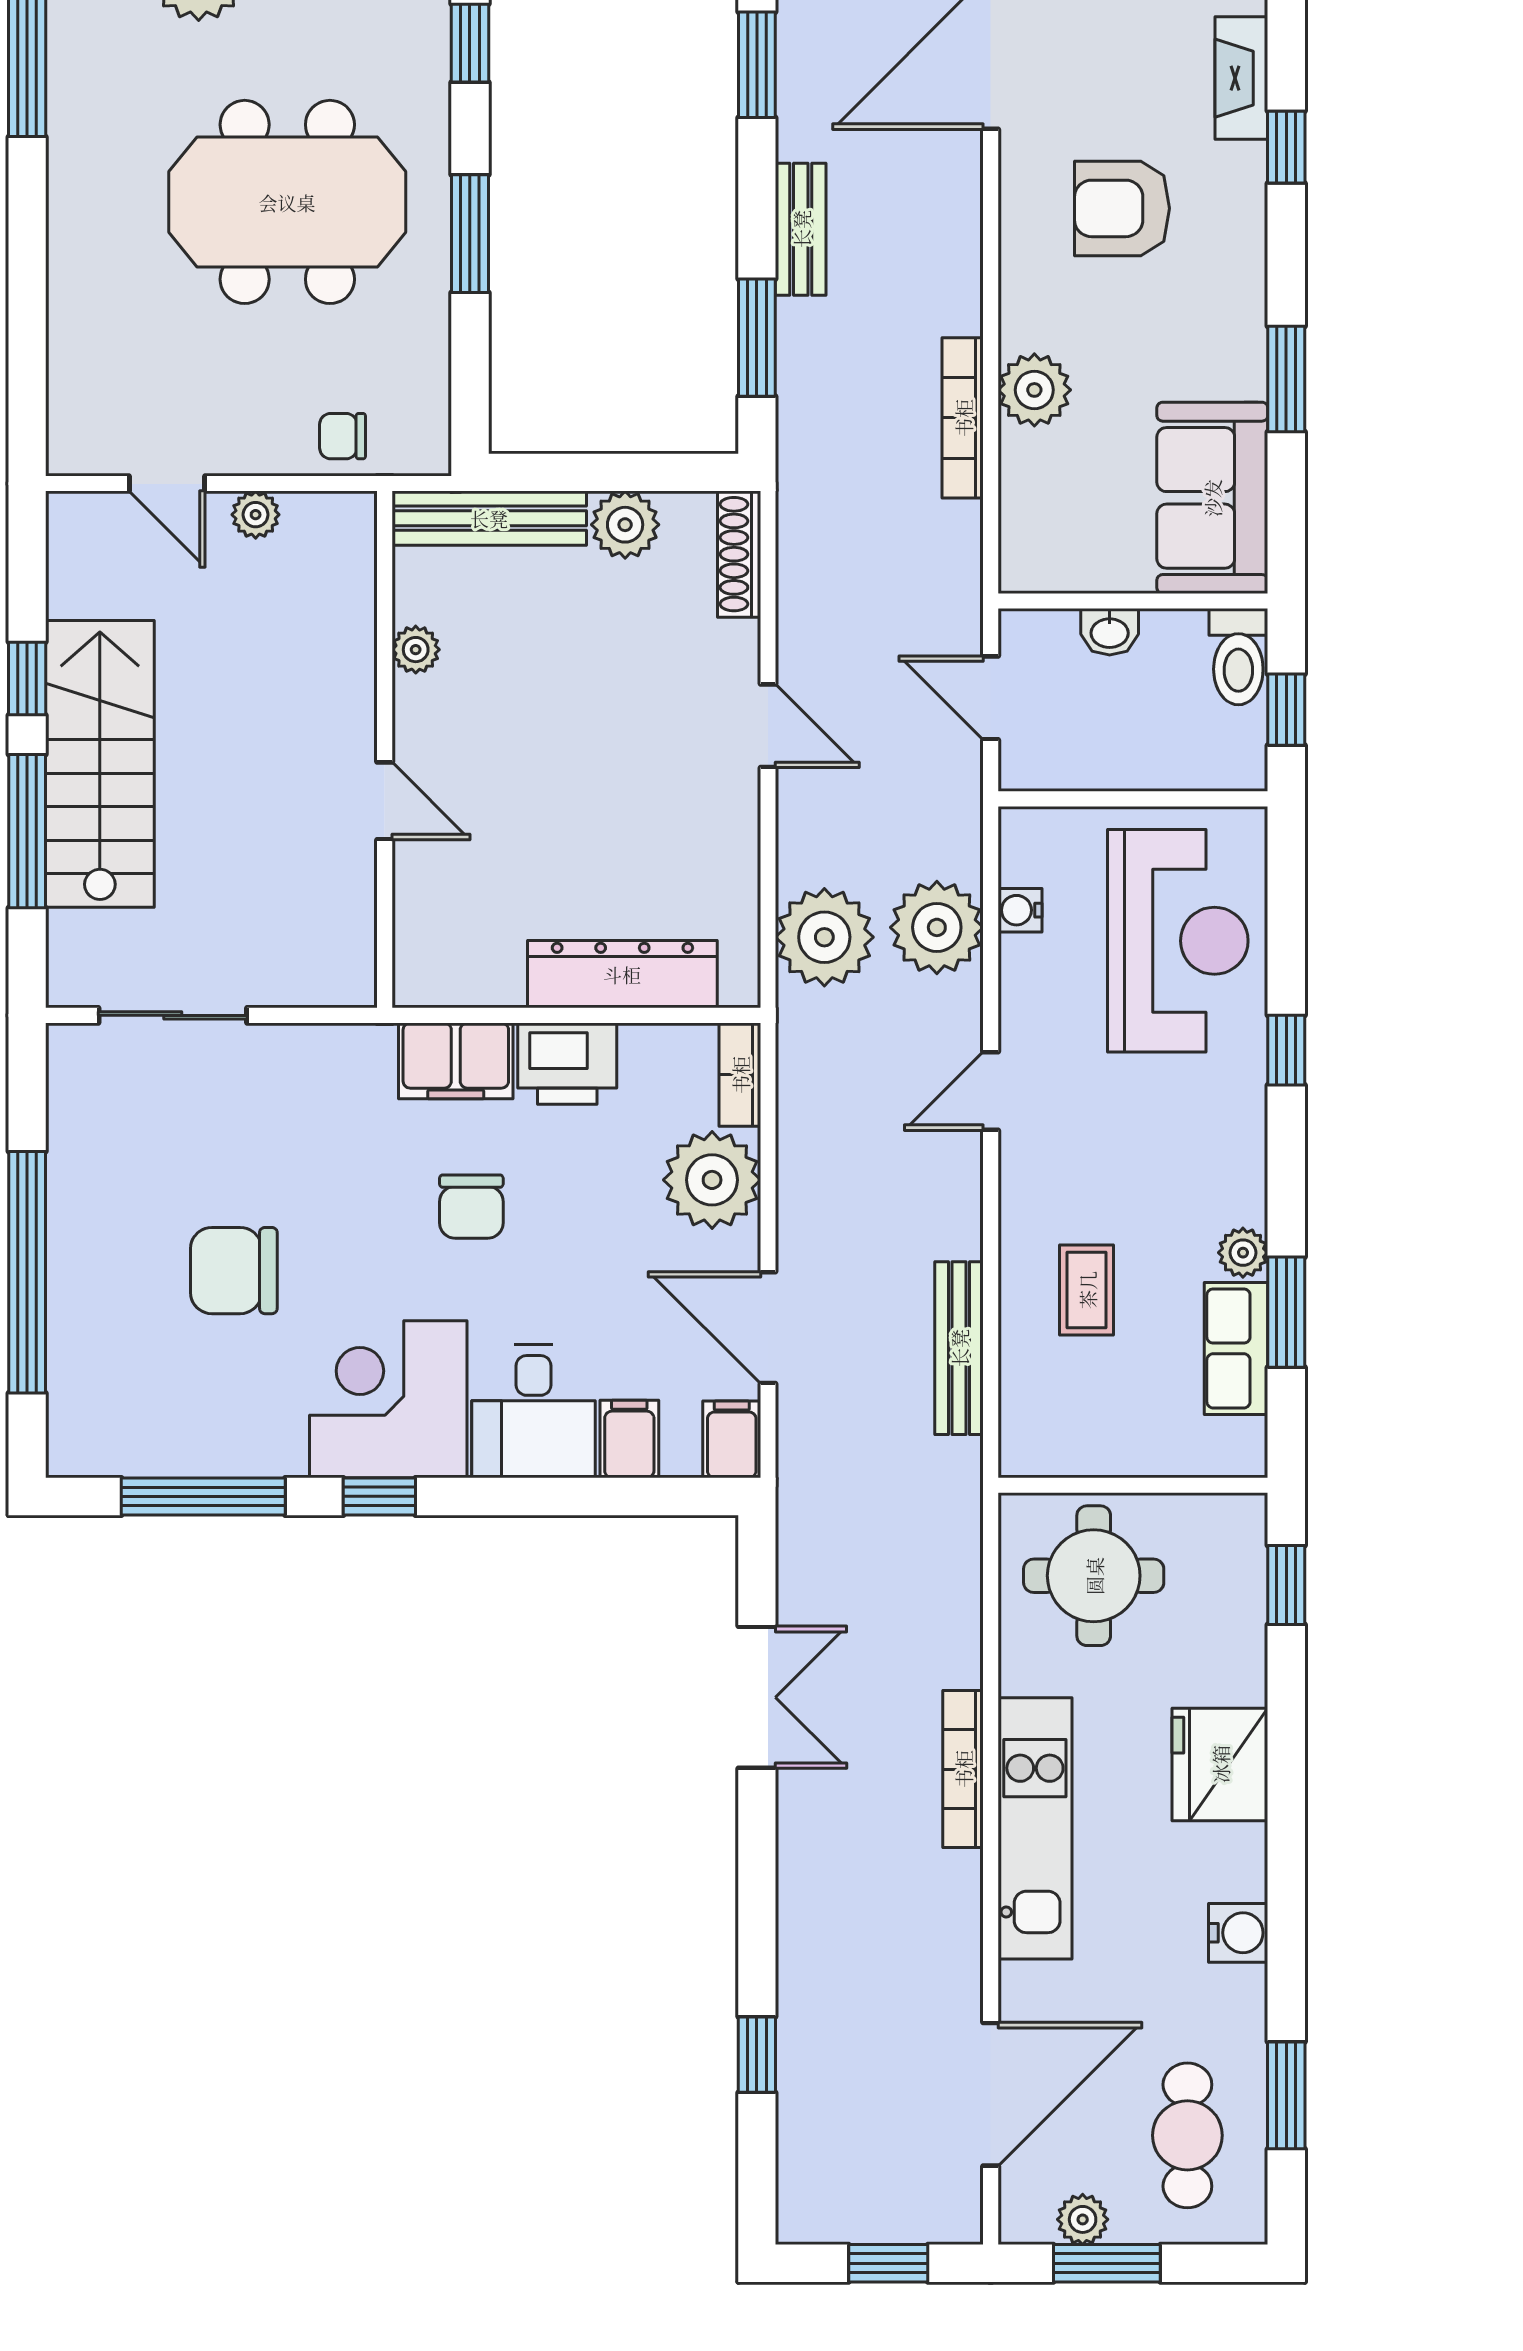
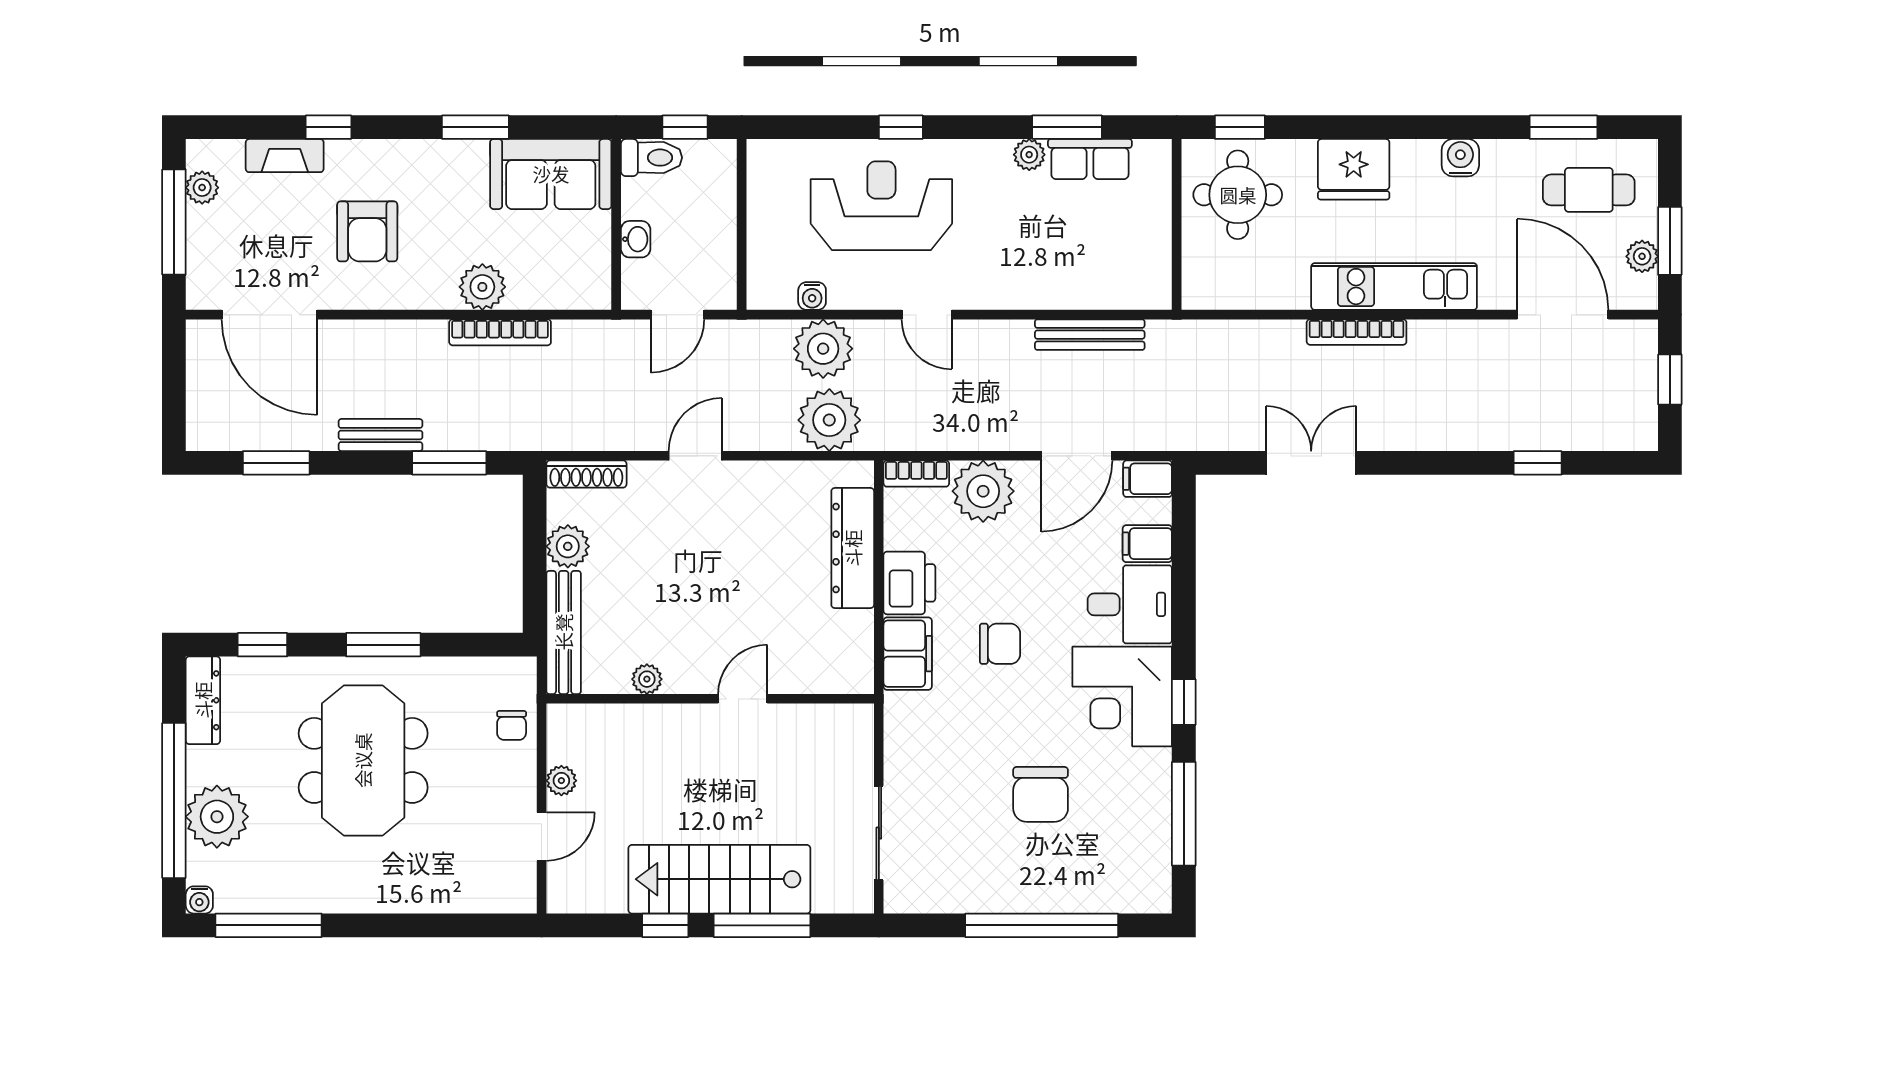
reception desk: (1178, 941) -> (881, 206), moved
coffee table: (1087, 1290) -> (1053, 254), removed
round table: (1094, 1576) -> (1238, 195), moved

